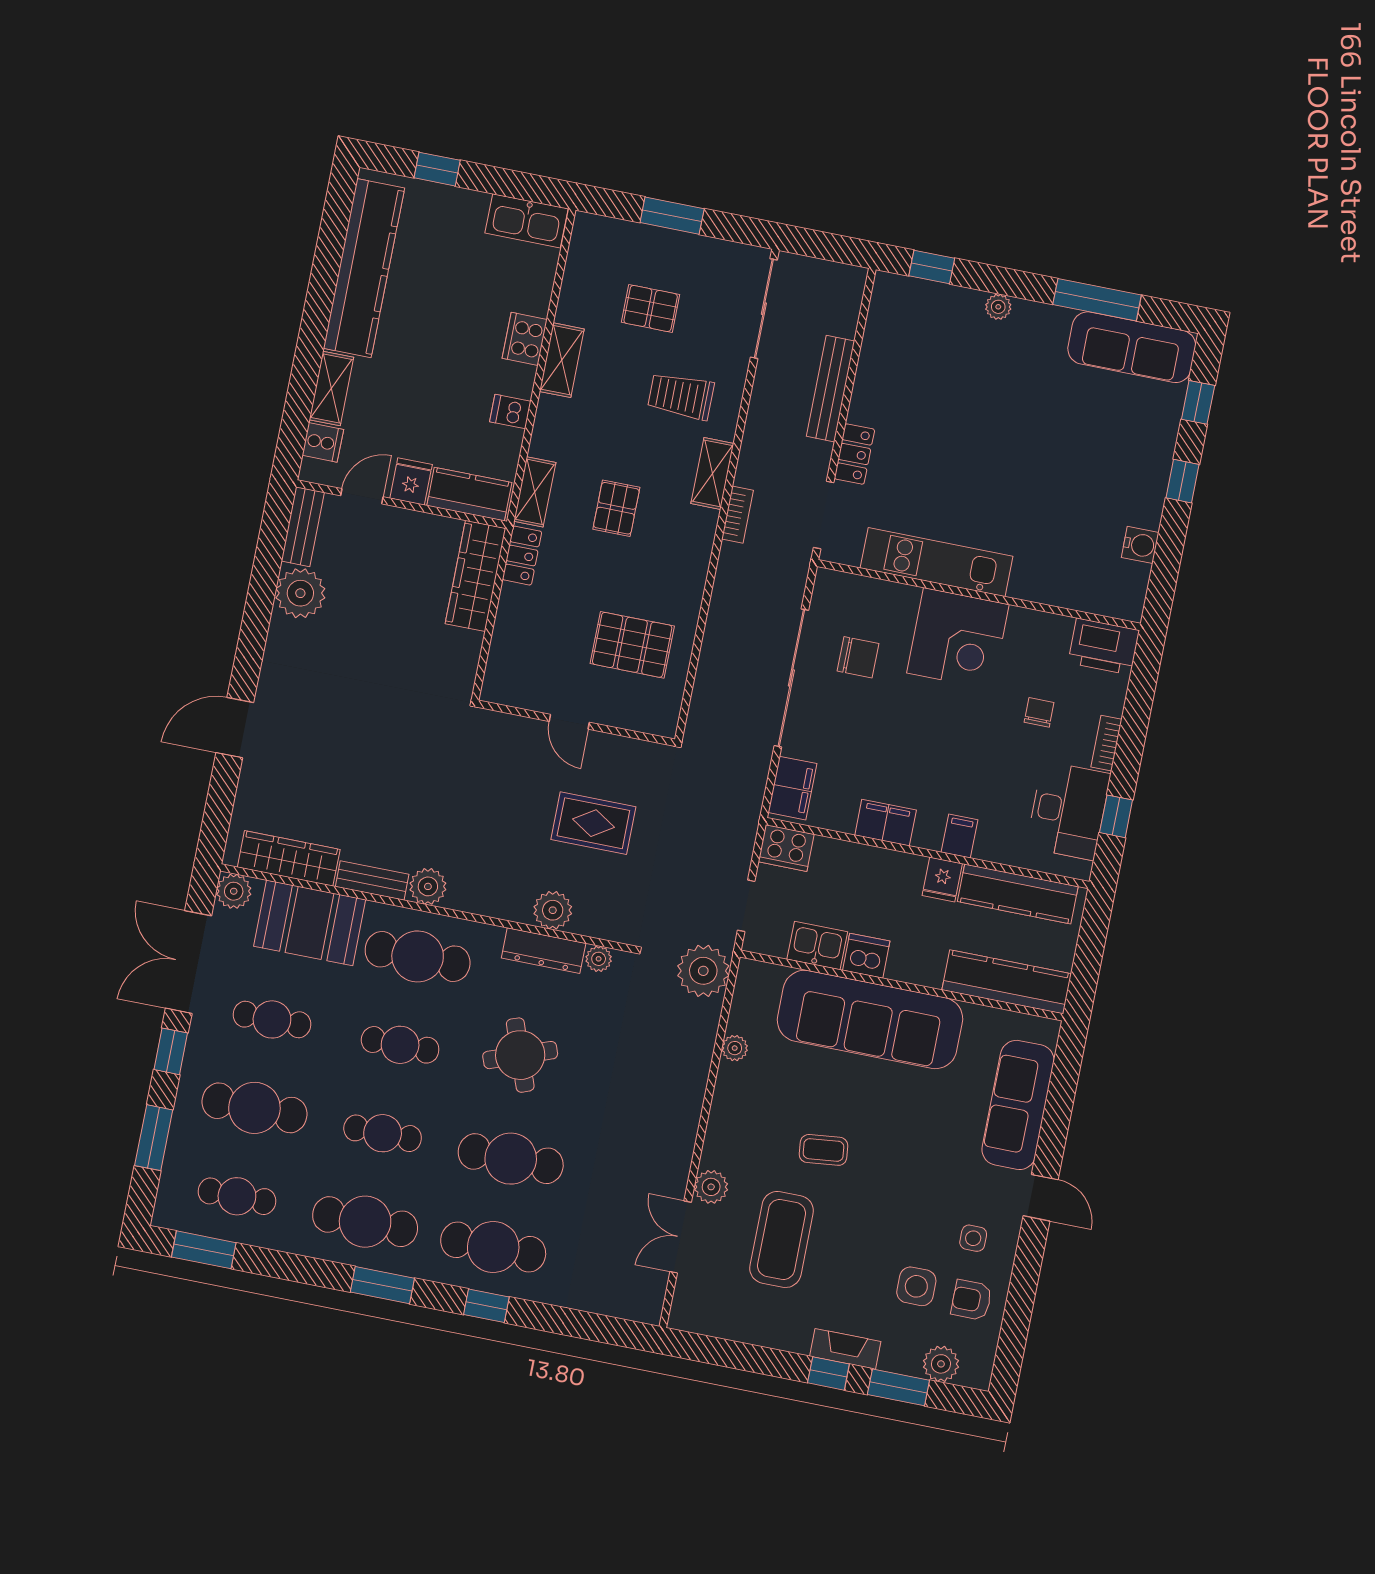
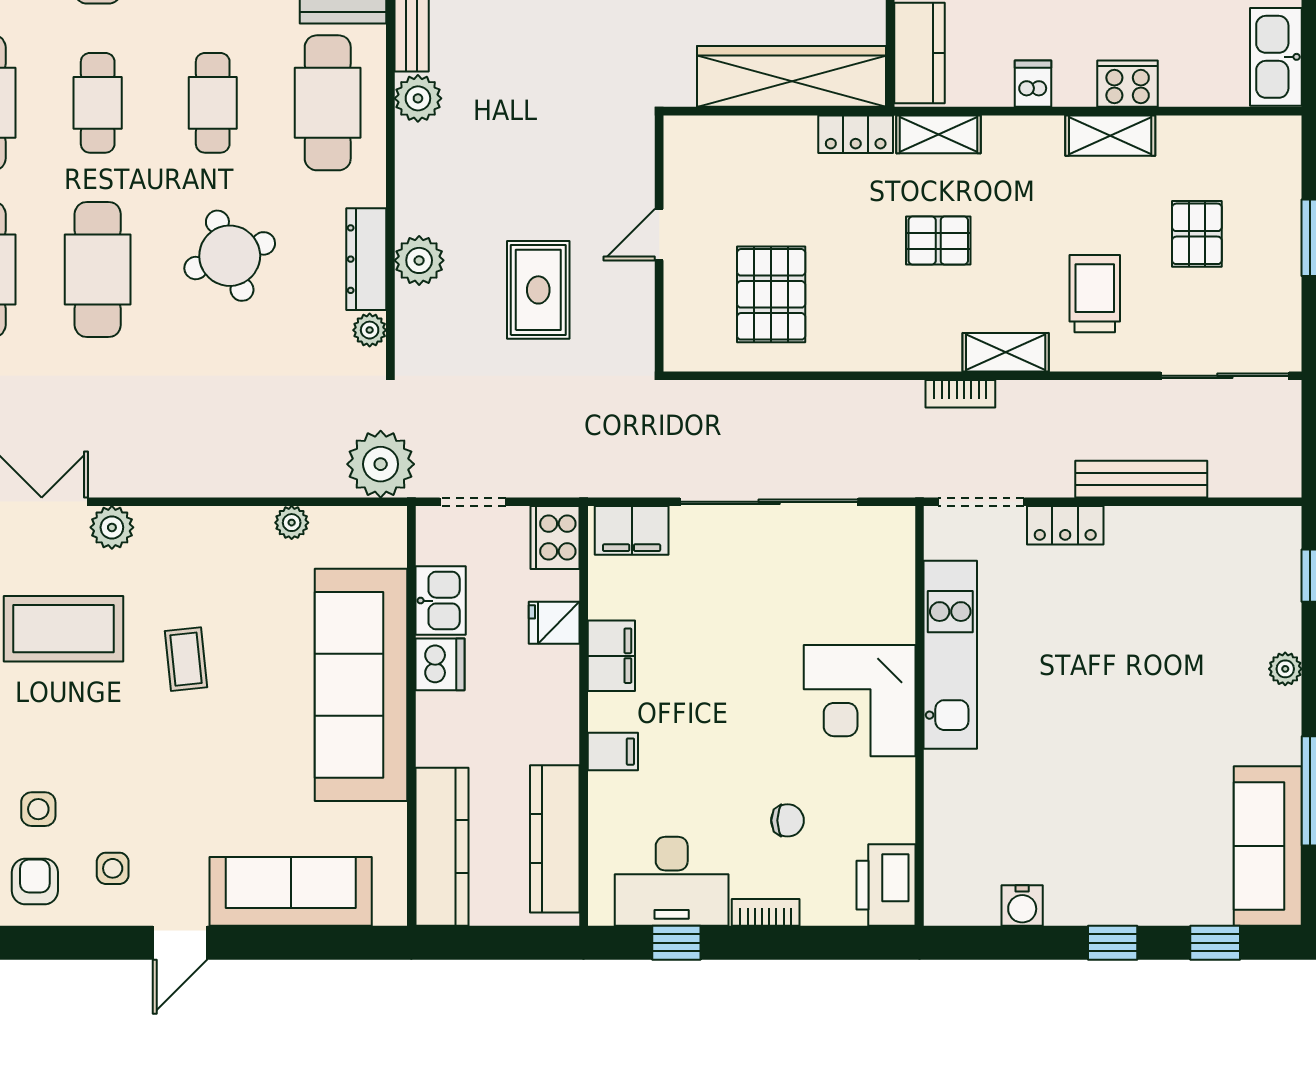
wardrobe: (475, 576) -> (792, 76), width x1.40, depth x1.17
chair: (858, 657) -> (812, 580), removed
fridge: (942, 880) -> (554, 623), moved
side table: (916, 1286) -> (38, 809), width x0.73, depth x0.73

